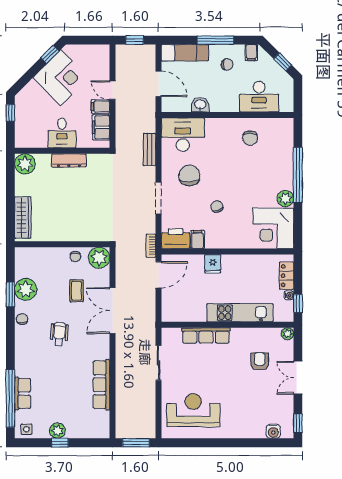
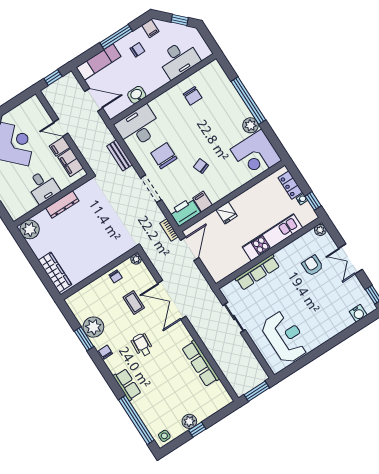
plant: (99, 258) -> (136, 259), width x0.53, depth x0.53
row of seats: (23, 394) -> (127, 385), moved
reception desk: (193, 410) -> (285, 337), turned 90

